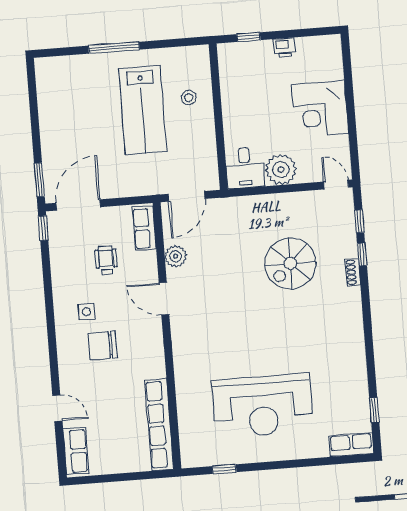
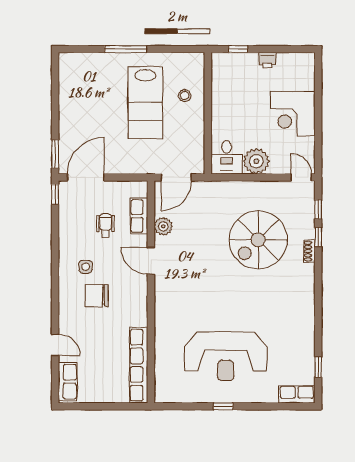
row of seats: (144, 228) -> (139, 216), moved
spiral stairs: (290, 263) -> (258, 240), width x1.37, depth x1.37
window: (224, 469) -> (223, 406), moved

